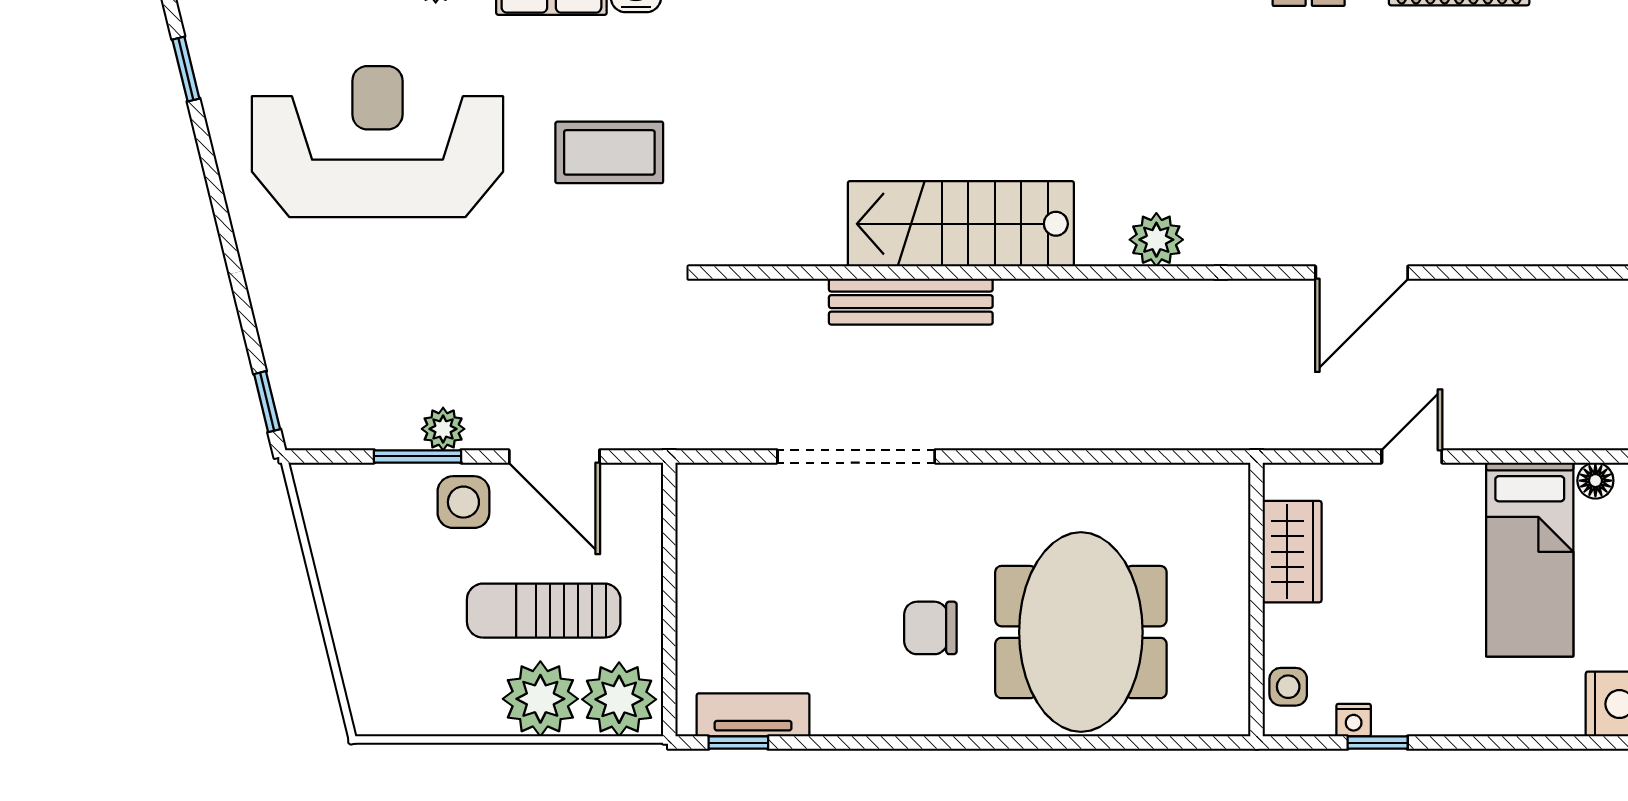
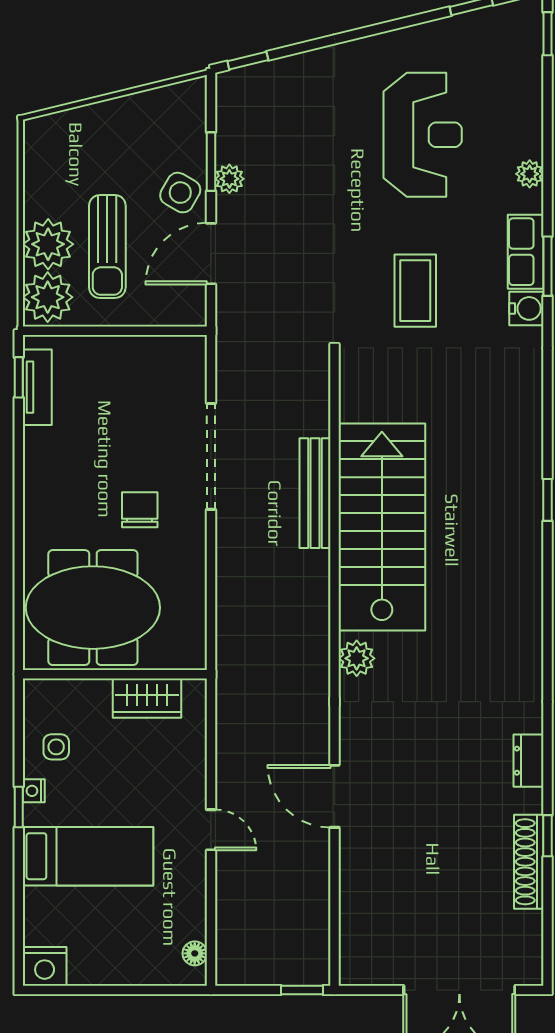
reception desk: (377, 142) -> (423, 135), width x0.74, depth x0.77
stairs: (961, 224) -> (382, 527), width x1.36, depth x1.51
side table: (463, 502) -> (180, 193), turned 30
wardrobe: (1292, 552) -> (147, 698), moved
bed: (1530, 560) -> (88, 856), moved, turned 180
wall: (1257, 599) -> (115, 674), moved
sun lounger: (544, 611) -> (107, 246), turned 180
chair: (930, 628) -> (140, 510), moved

